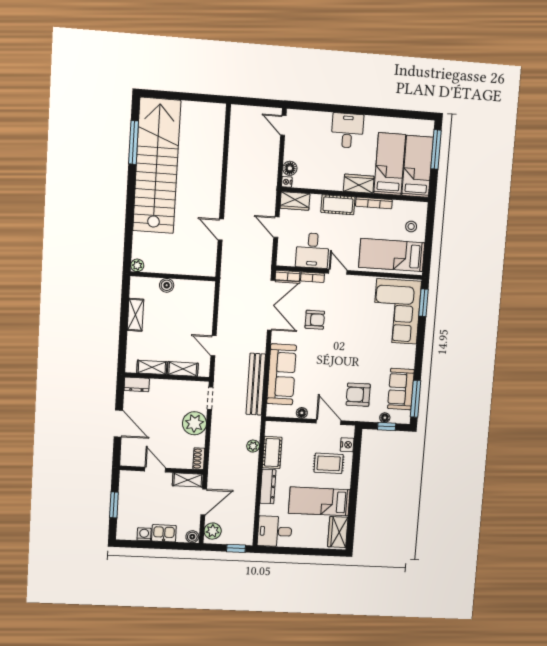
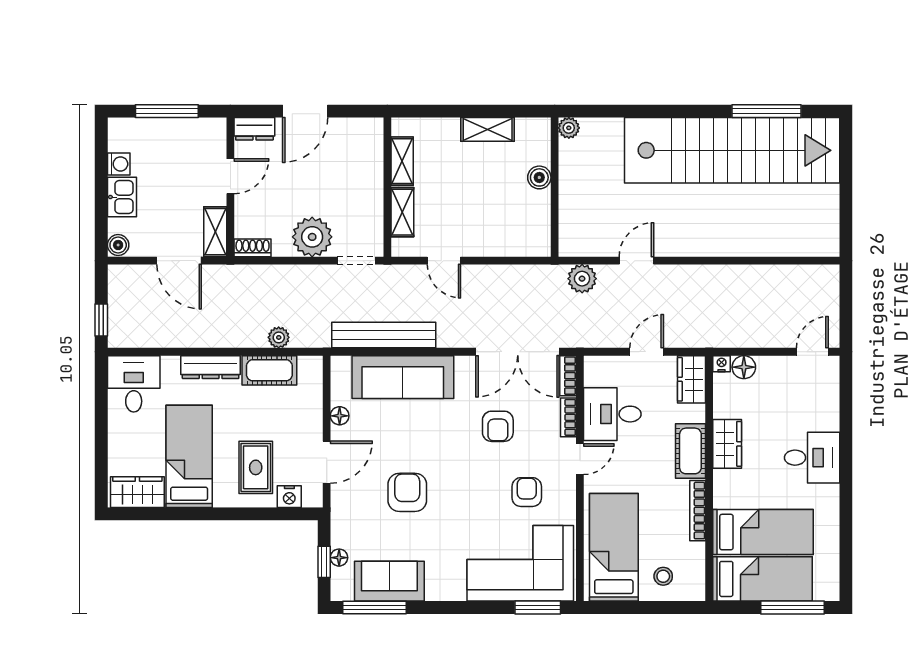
wardrobe: (359, 184) -> (727, 444), moved
armchair: (355, 305) -> (527, 492), added
door: (213, 346) -> (444, 261), swing flipped
dresser: (137, 384) -> (254, 129), moved, turned -90
armchair: (358, 395) -> (407, 492), moved
window: (114, 505) -> (167, 111), width x1.44
plant: (213, 531) -> (582, 279), moved

